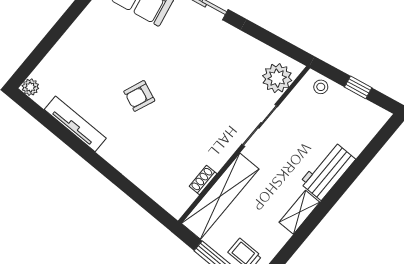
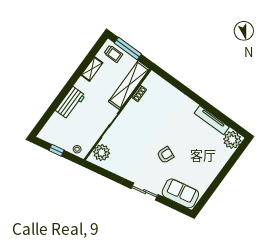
plant: (30, 87) -> (232, 140), width x1.87, depth x1.87
armchair: (139, 96) -> (165, 155), moved
shelving: (299, 212) -> (92, 69), moved

